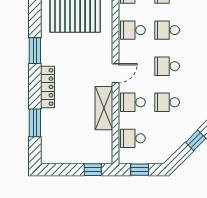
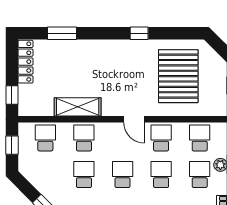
window: (35, 51) -> (139, 33), width x0.67
door: (115, 73) -> (134, 119), moved
locker: (48, 87) -> (25, 62), moved, turned -90

